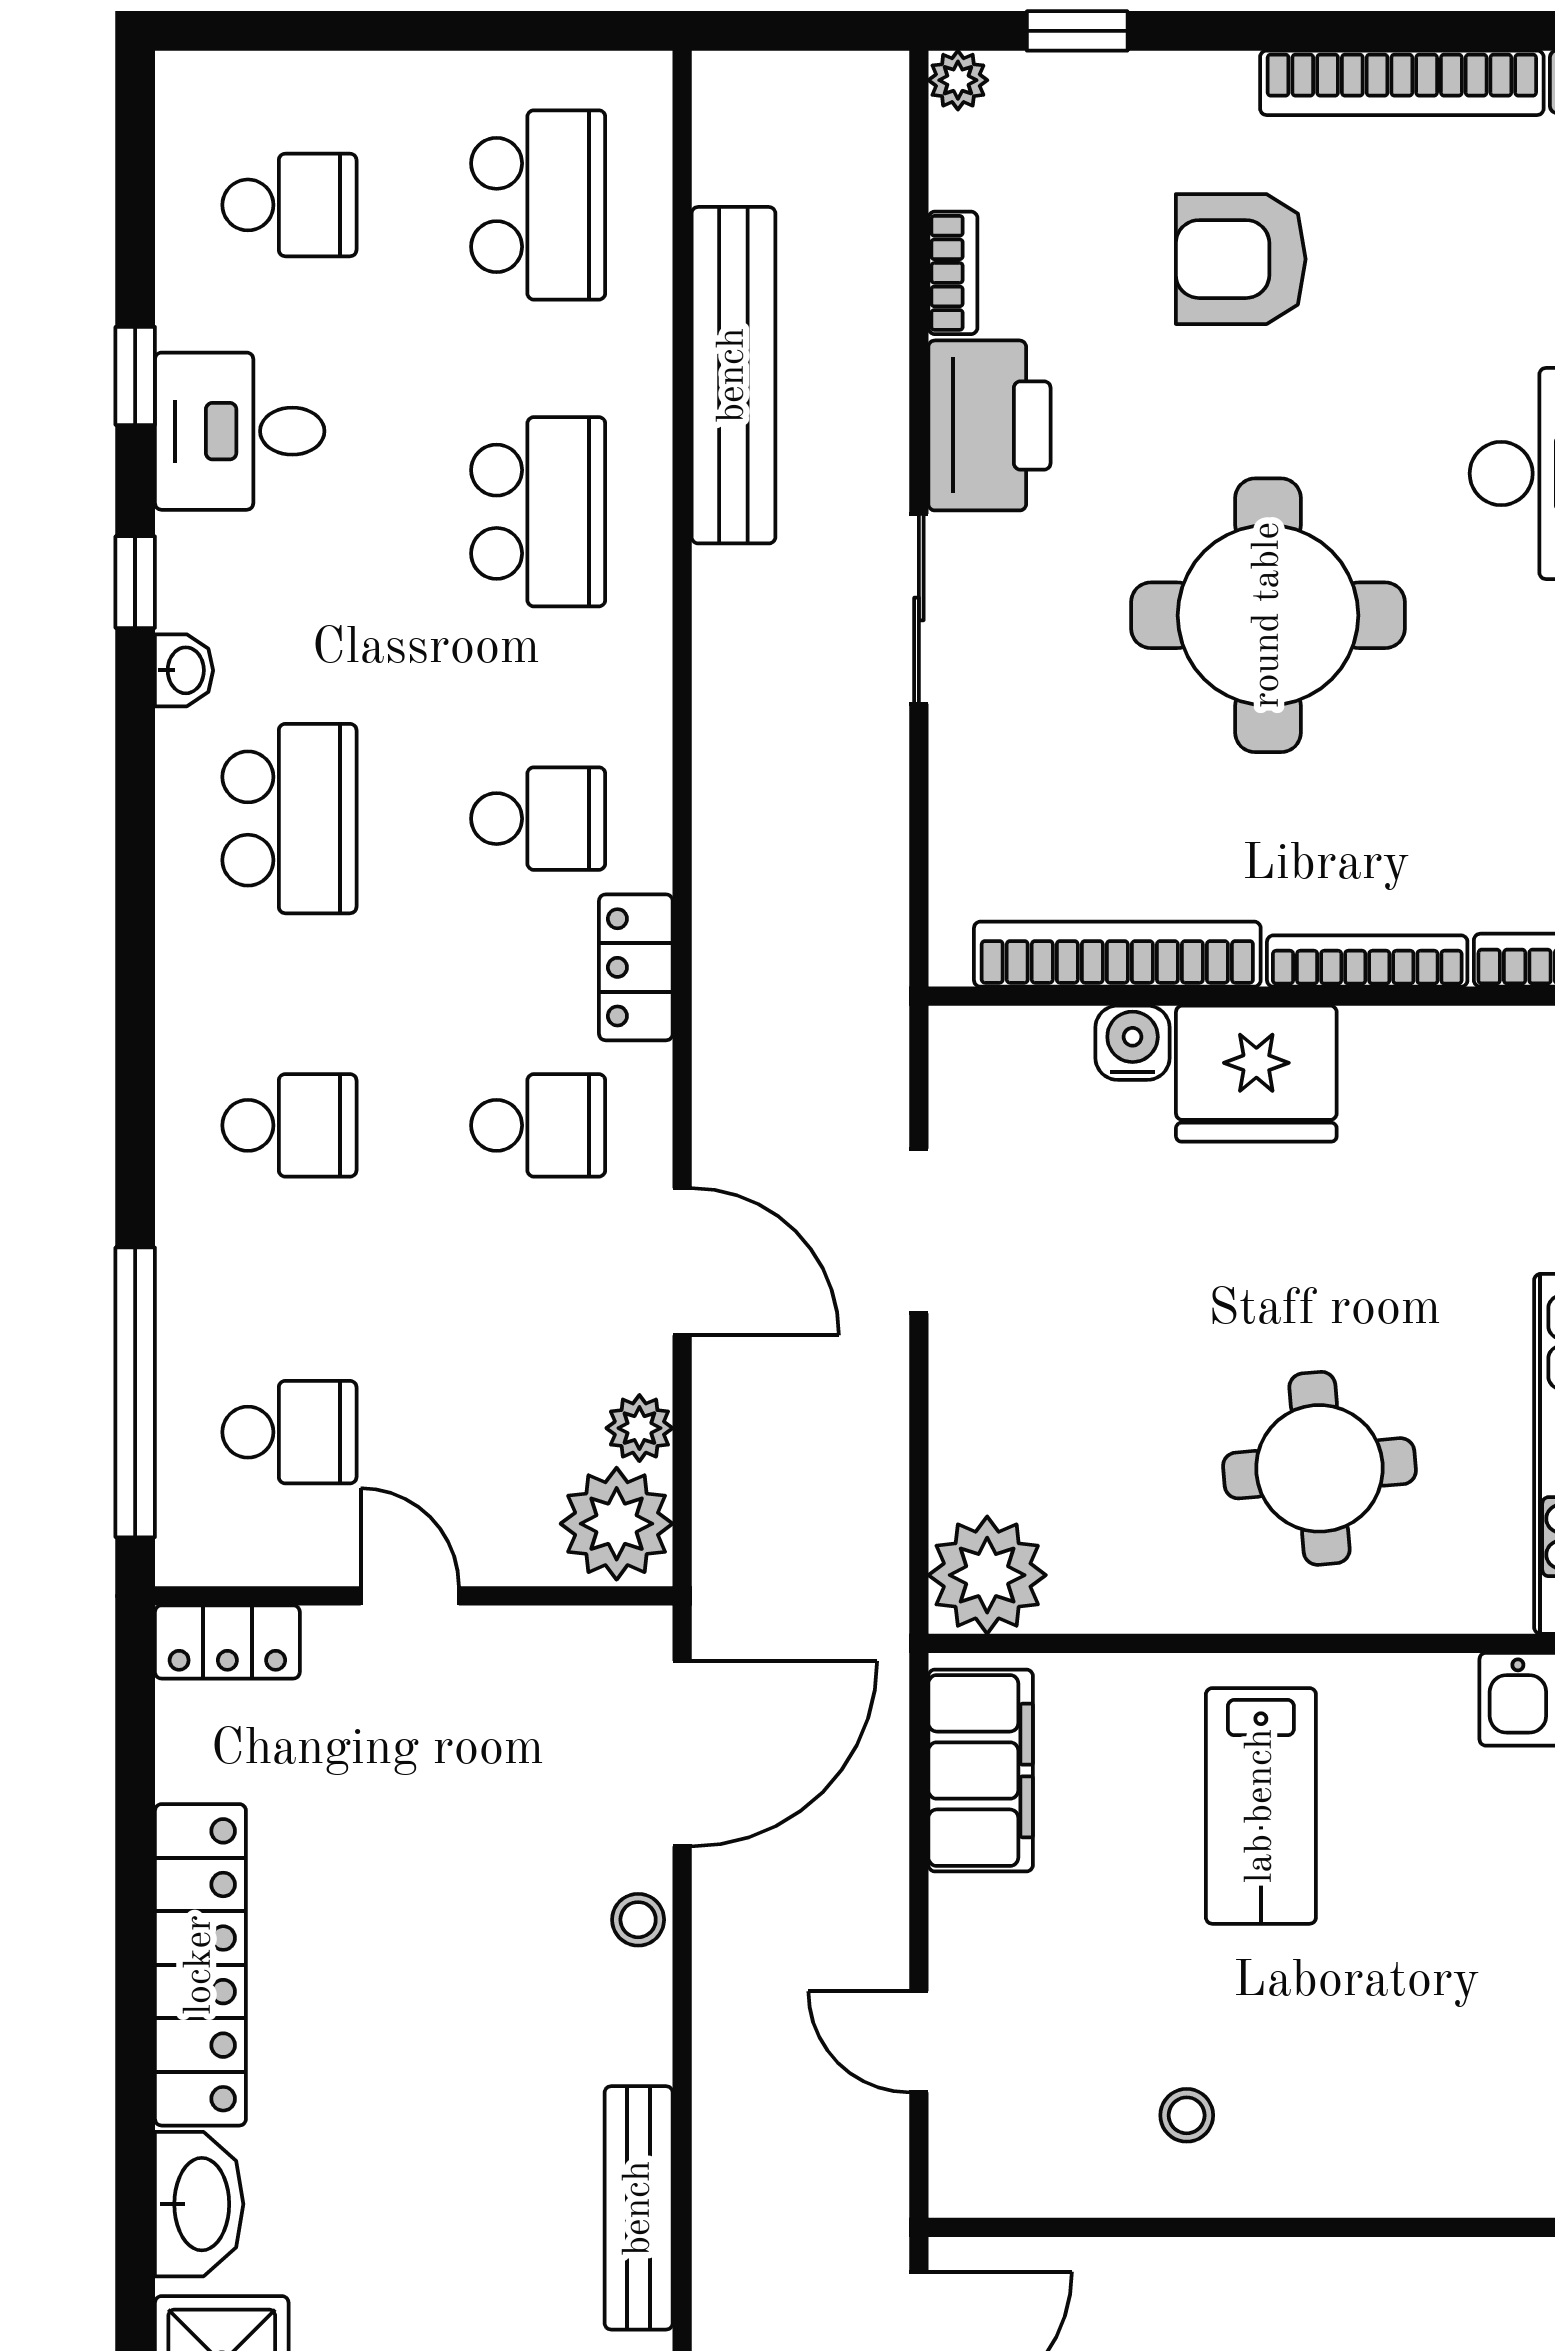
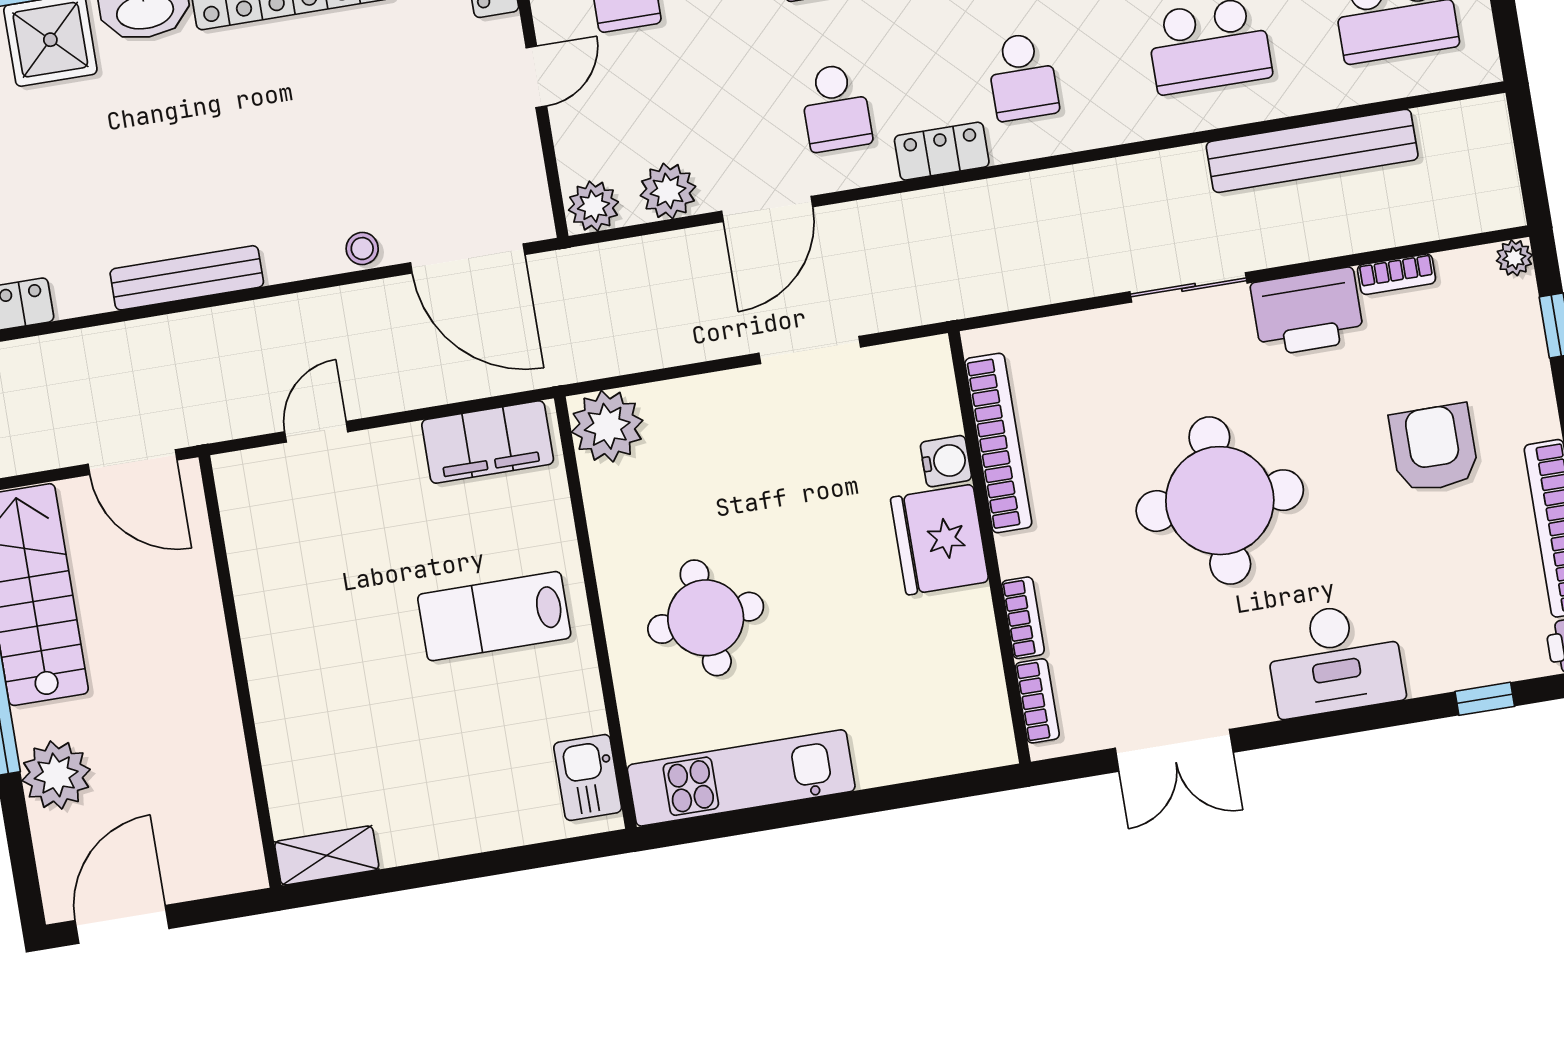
bookcase: (1367, 961) -> (1023, 618), width x0.64
plant: (639, 1428) -> (668, 191), width x1.38, depth x1.38
plant: (617, 1524) -> (593, 206), width x0.73, depth x0.73
stool: (1187, 2115) -> (298, 602), removed

